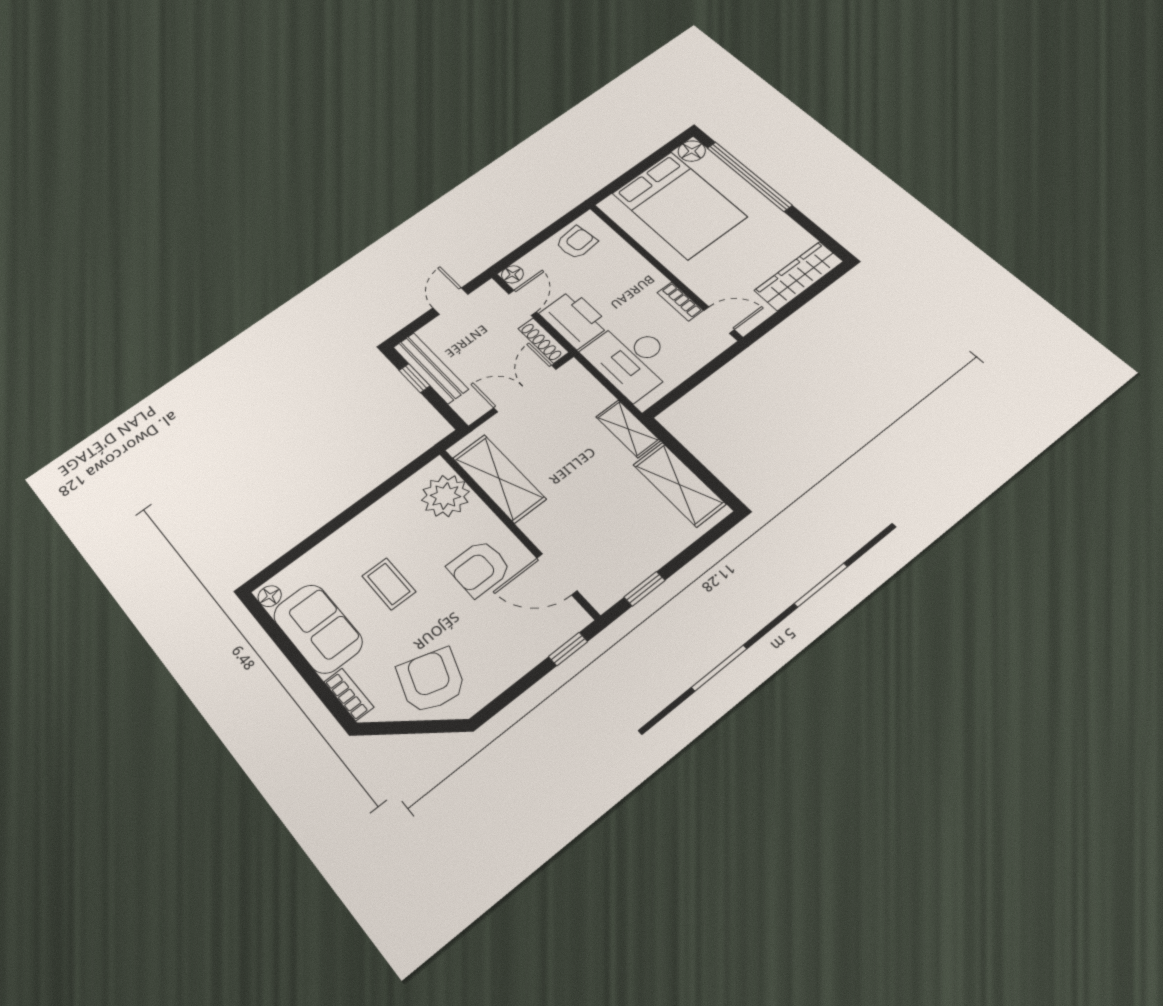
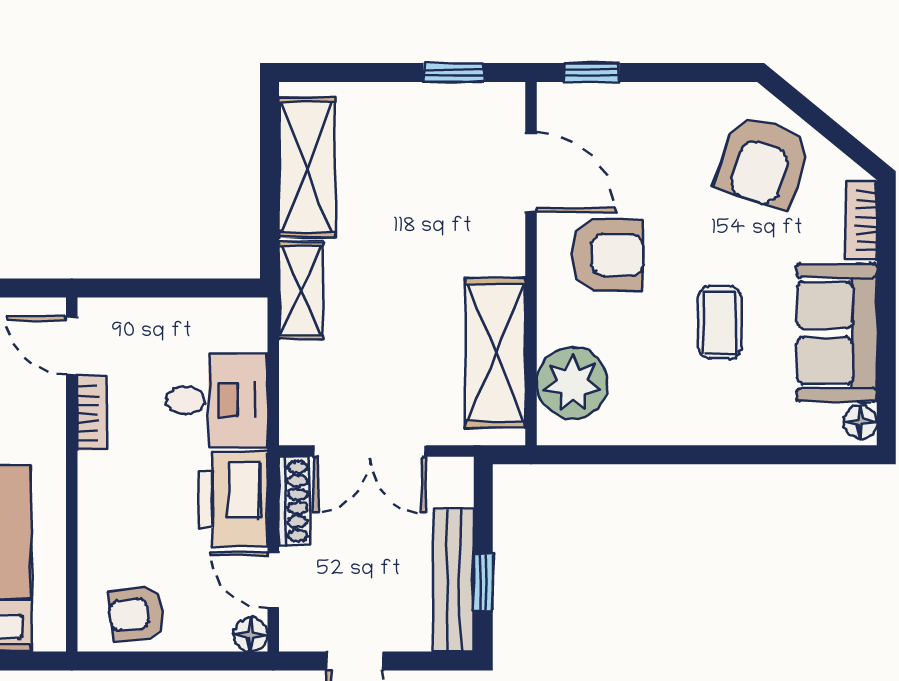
door: (522, 303) -> (273, 580), hinge flipped
desk: (631, 359) -> (217, 400), width x0.73

